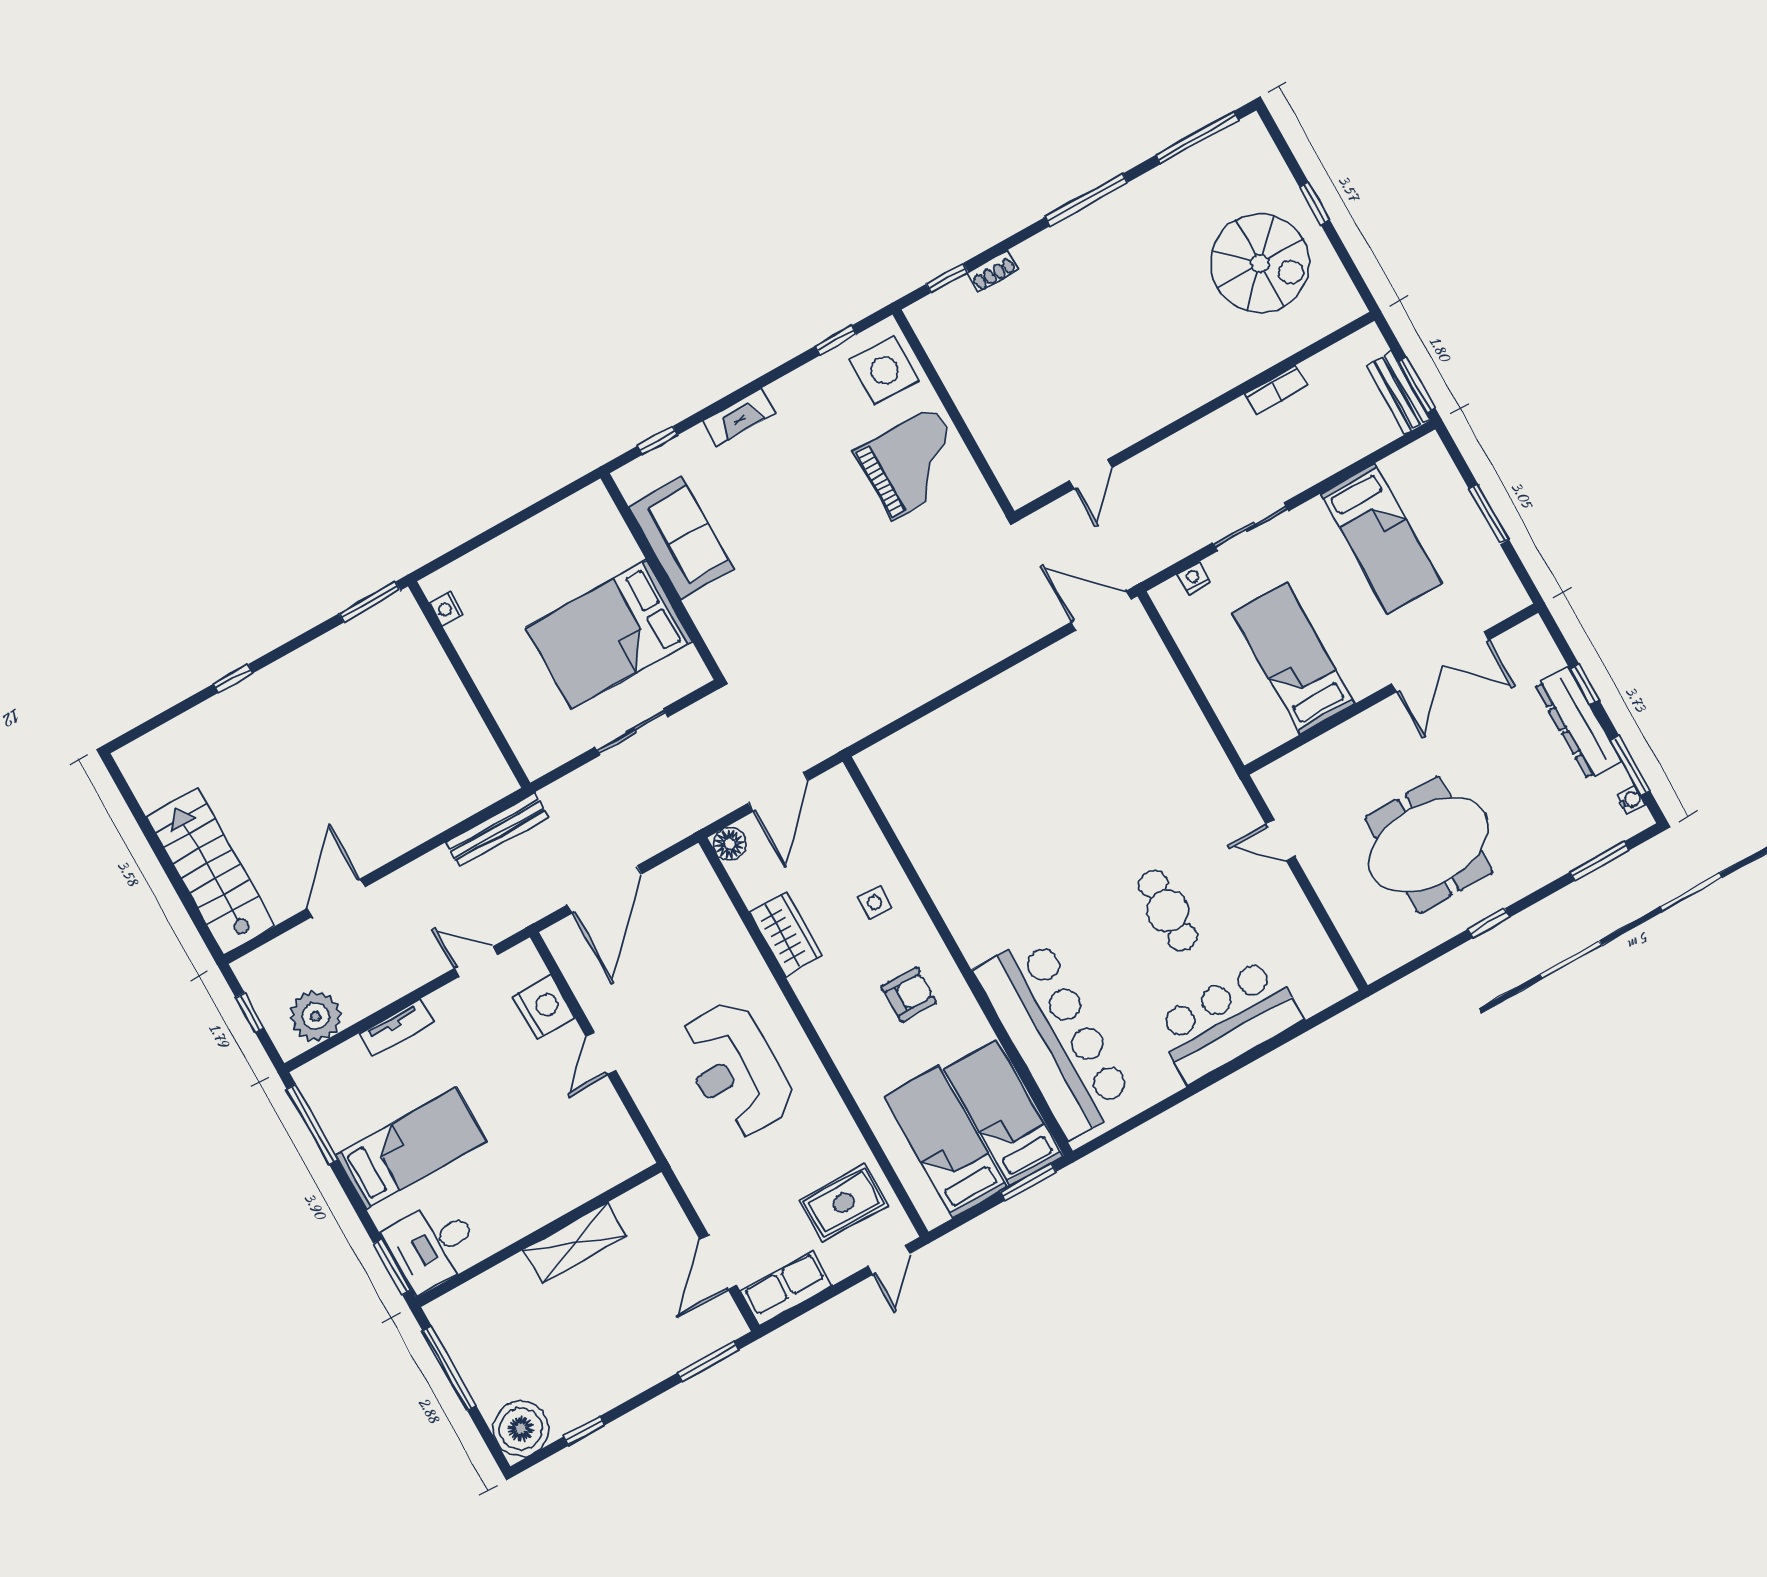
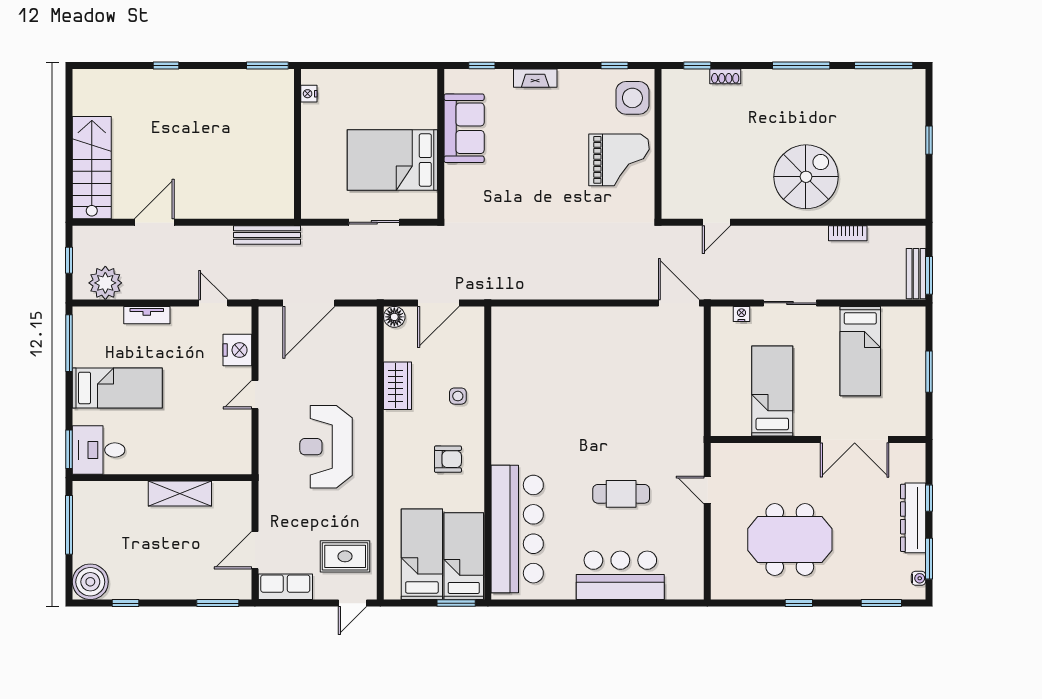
spiral stairs: (1260, 263) -> (806, 177), moved, turned -90
cafe table: (1168, 911) -> (621, 494), turned 90

